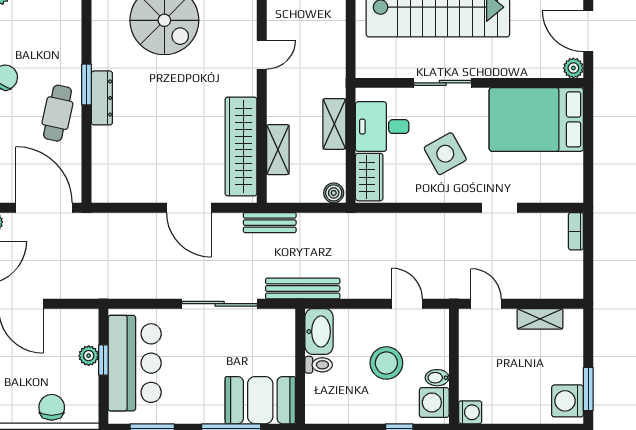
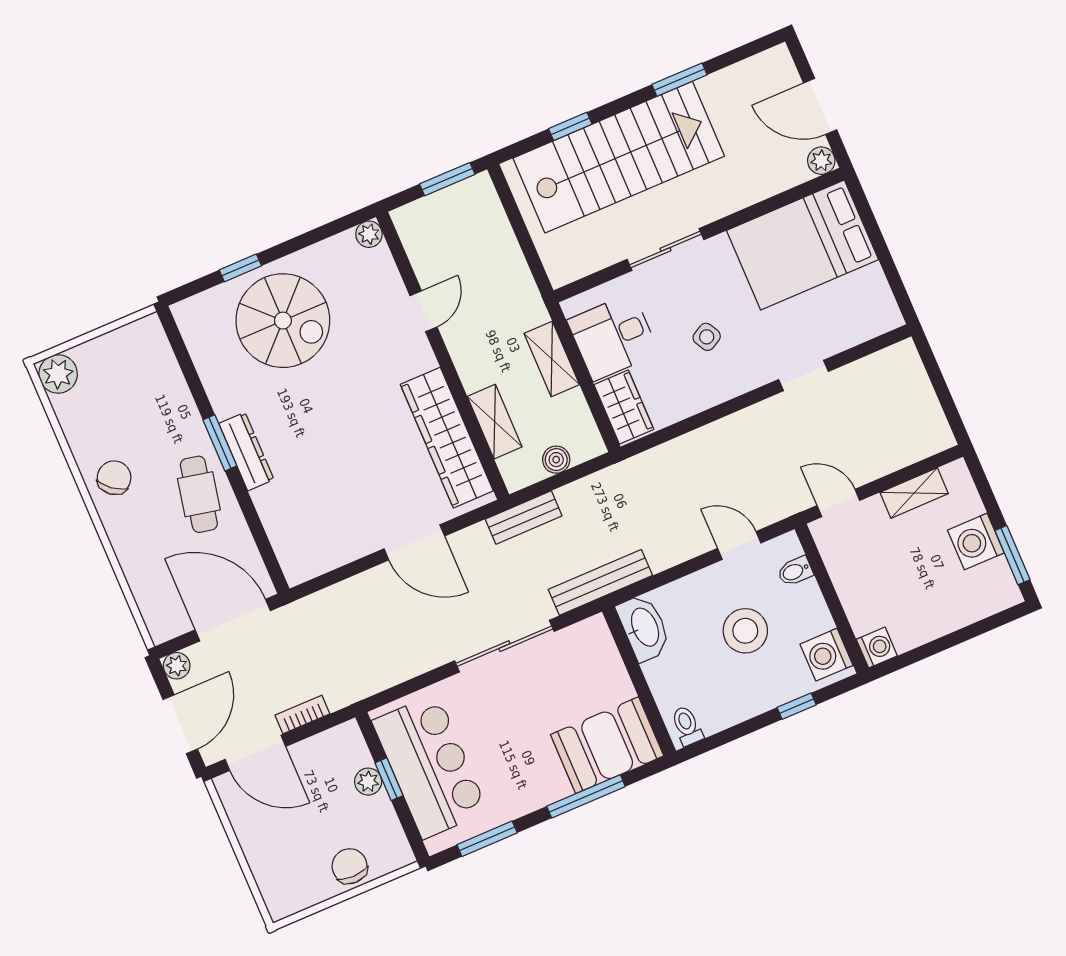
side table: (445, 154) -> (707, 337), width x0.54, depth x0.54
boiler: (334, 193) -> (556, 460), moved
bookcase: (576, 231) -> (302, 714), moved, turned 90
toilet: (319, 365) -> (687, 726), moved, turned -90
bidet: (437, 378) -> (795, 571), moved
washing machine: (568, 401) -> (976, 542), moved

